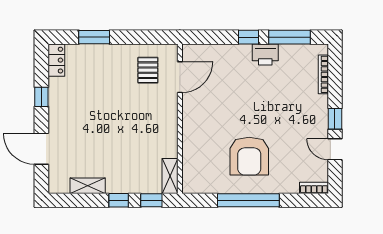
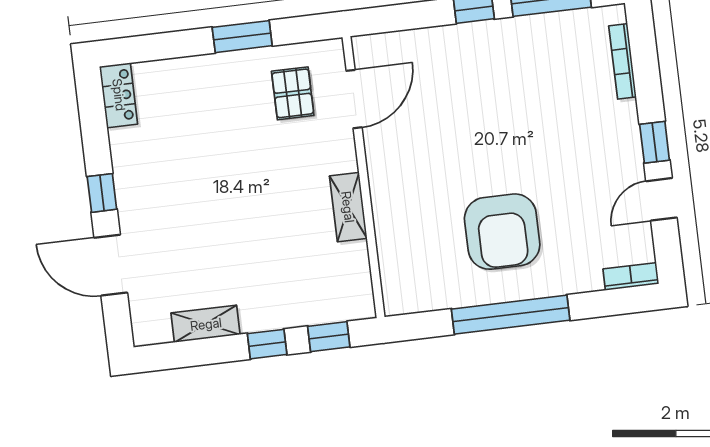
window: (94, 37) -> (242, 37), moved
printer: (265, 54) -> (509, 37), removed
window: (41, 97) -> (102, 193), moved
door: (335, 149) -> (661, 199), hinge flipped
shelving: (170, 176) -> (348, 207), moved

